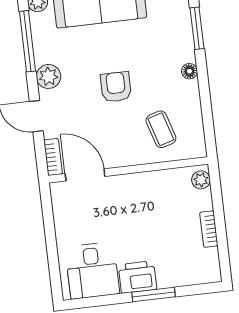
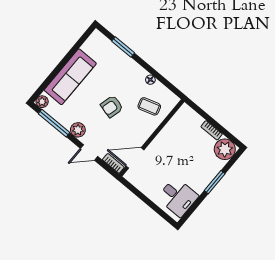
floor lamp: (190, 71) -> (150, 80), moved
armchair: (116, 87) -> (112, 106), turned -75
plant: (201, 180) -> (225, 149), moved, width x1.88, depth x1.88
printer: (137, 277) -> (200, 181), removed

